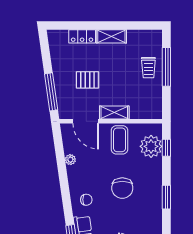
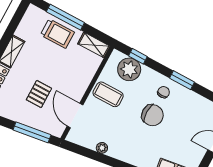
trolley: (148, 68) -> (57, 34), width x1.36, depth x1.39
shelving: (114, 113) -> (94, 45), moved, turned 90
door: (86, 121) -> (75, 116), swing flipped
chair: (86, 200) -> (164, 92), moved

